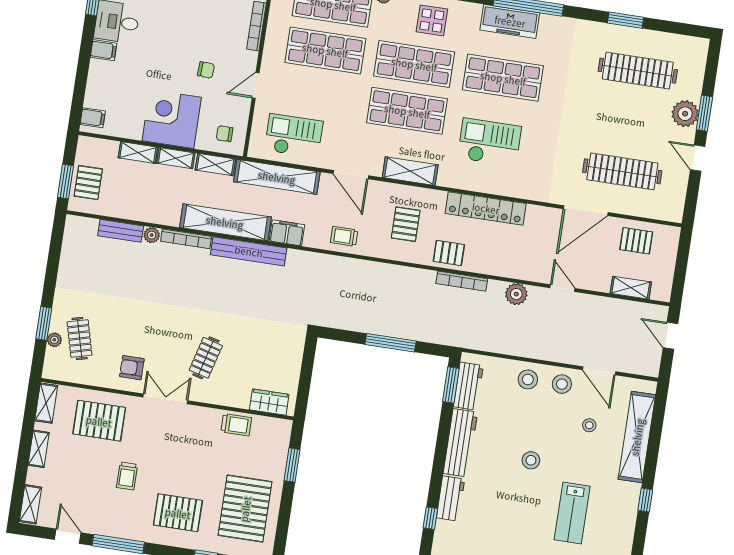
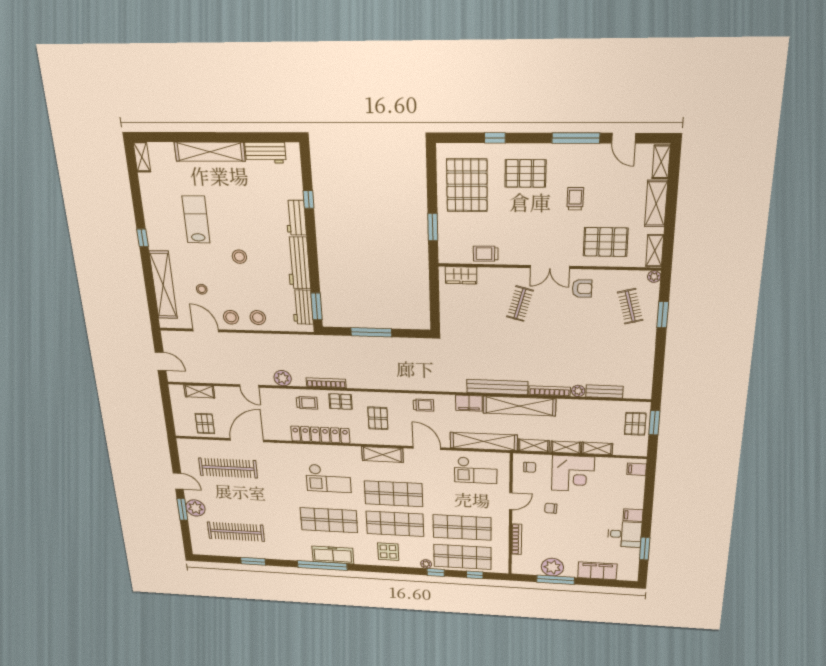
pallet: (636, 241) -> (205, 424), turned 90
trolley: (493, 256) -> (307, 403), added
plant: (54, 340) -> (654, 277), moved
shelving: (39, 449) -> (656, 204), width x1.50, depth x1.33

